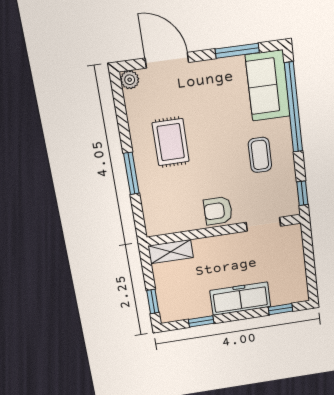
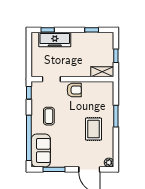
freezer: (240, 299) -> (55, 40), moved
window: (153, 301) -> (116, 56), moved

